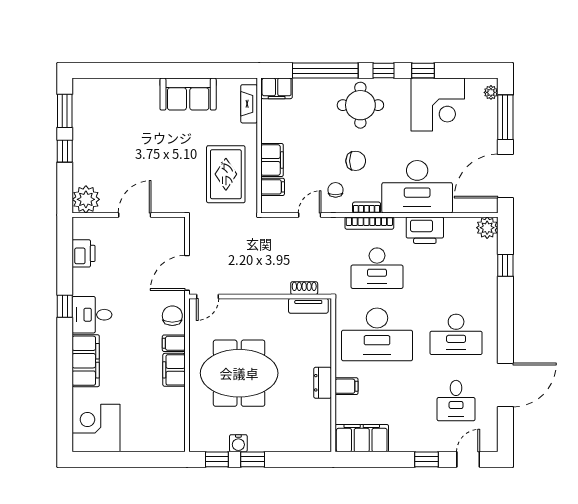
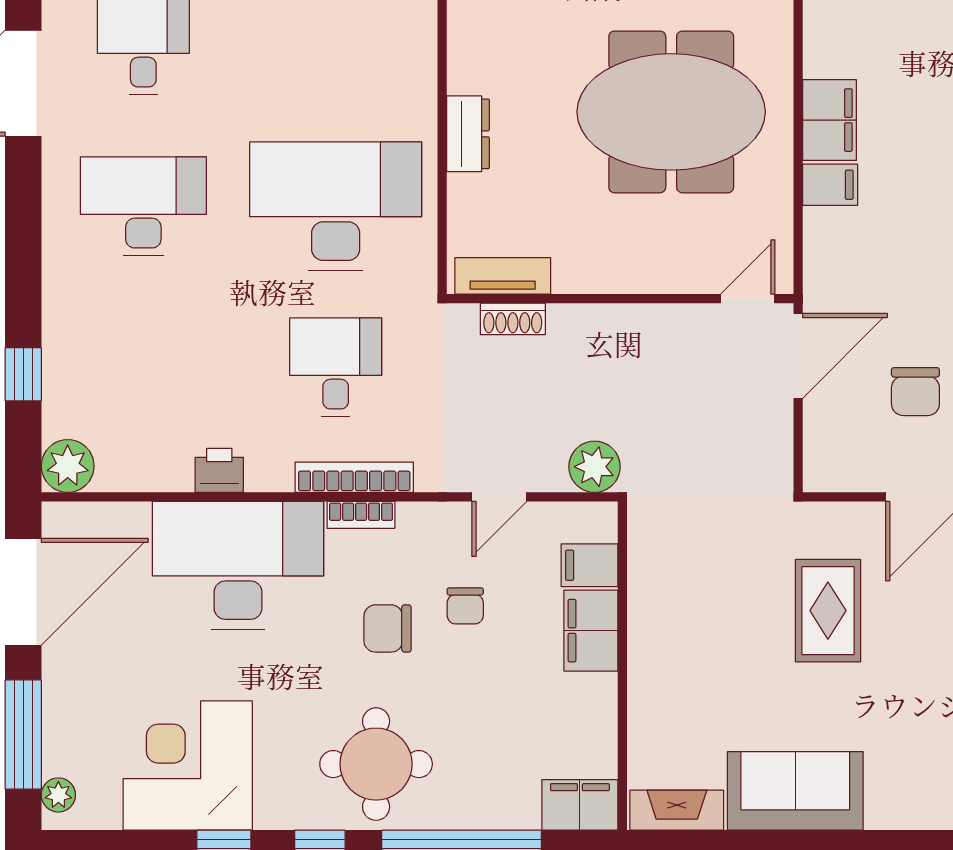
fireplace: (249, 104) -> (677, 810), moved, turned -90
rug: (226, 174) -> (828, 611), moved, width x0.73, depth x0.70
chair: (336, 190) -> (465, 606), moved
plant: (271, 227) -> (595, 467), added
printer: (425, 230) -> (219, 470), width x0.53, depth x0.68
desk: (377, 268) -> (336, 367), width x0.73
chair: (172, 316) -> (915, 392), moved
dresser: (323, 383) -> (468, 134), moved
filing cabinet: (346, 386) -> (410, 80), removed

